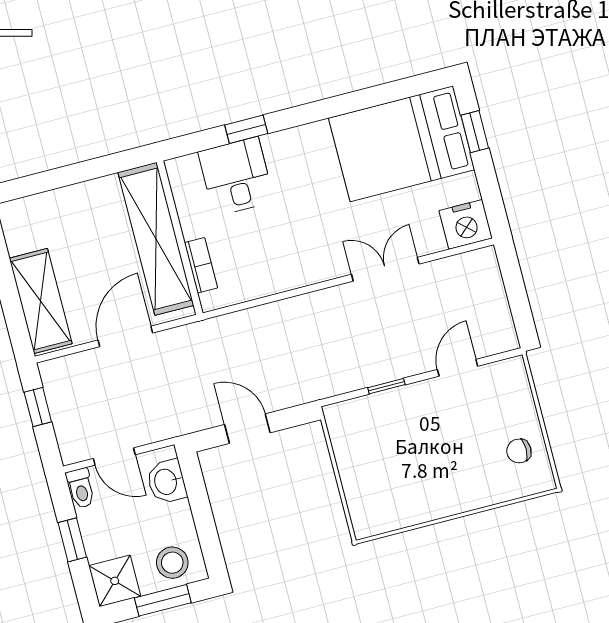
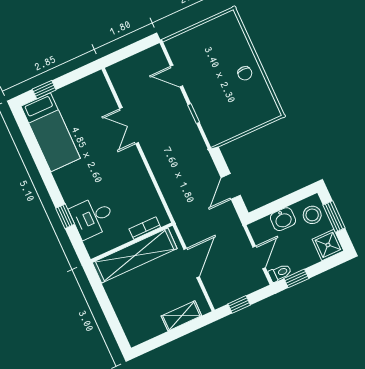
bed: (402, 144) -> (51, 132), width x0.67
nightstand: (466, 224) -> (96, 86), removed
shelving: (41, 301) -> (181, 316), width x0.67, depth x0.75
door: (125, 336) -> (192, 263), swing flipped
chair: (519, 451) -> (245, 73), moved
washbasin: (167, 482) -> (283, 219), moved
window: (72, 540) -> (296, 278), moved

